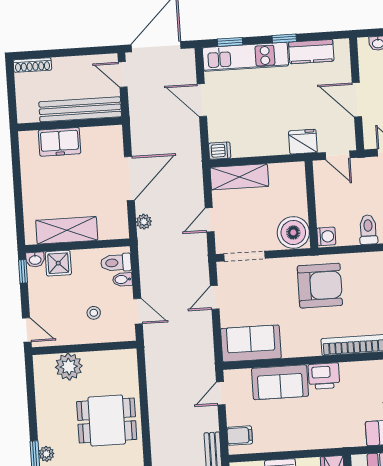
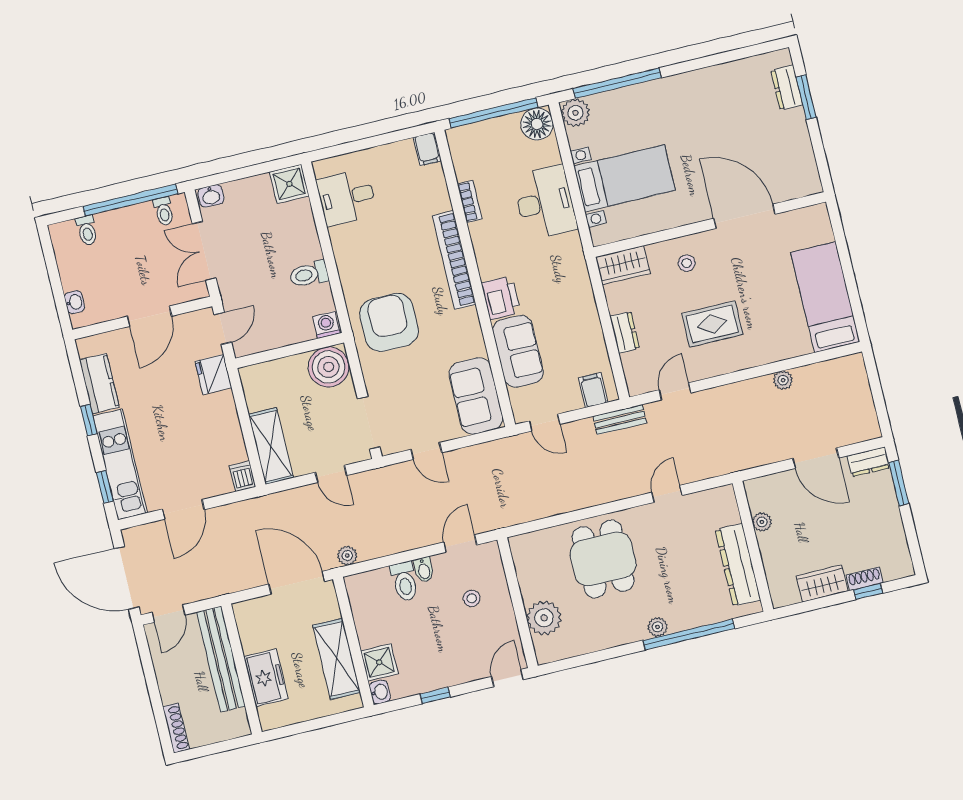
shelving: (67, 230) -> (337, 659), moved
wall: (78, 246) -> (353, 642), moved
washbasin: (35, 260) -> (380, 692), moved
shower: (58, 263) -> (379, 662), moved

